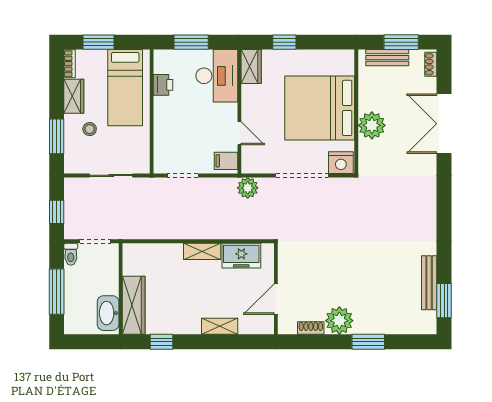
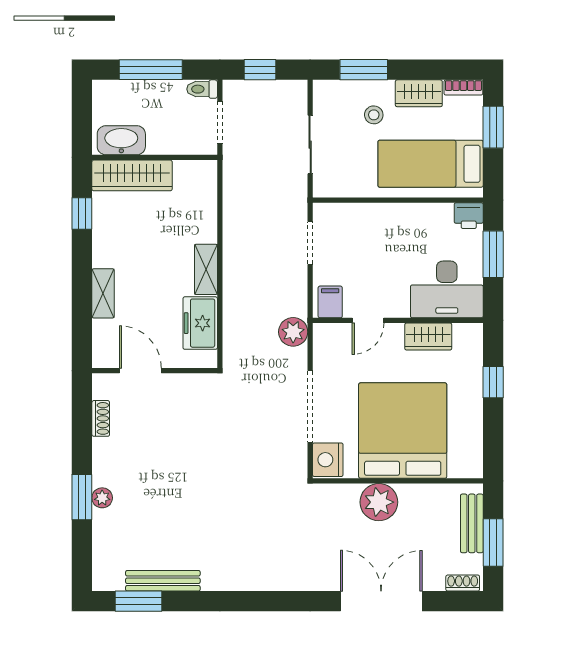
wardrobe: (251, 66) -> (428, 337), moved
printer: (163, 85) -> (469, 216), moved
plant: (339, 321) -> (102, 498), moved, width x0.53, depth x0.53

